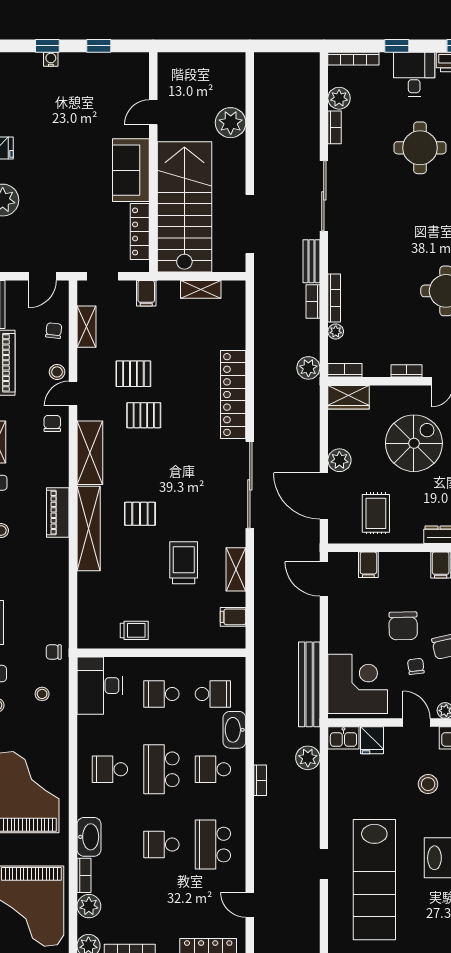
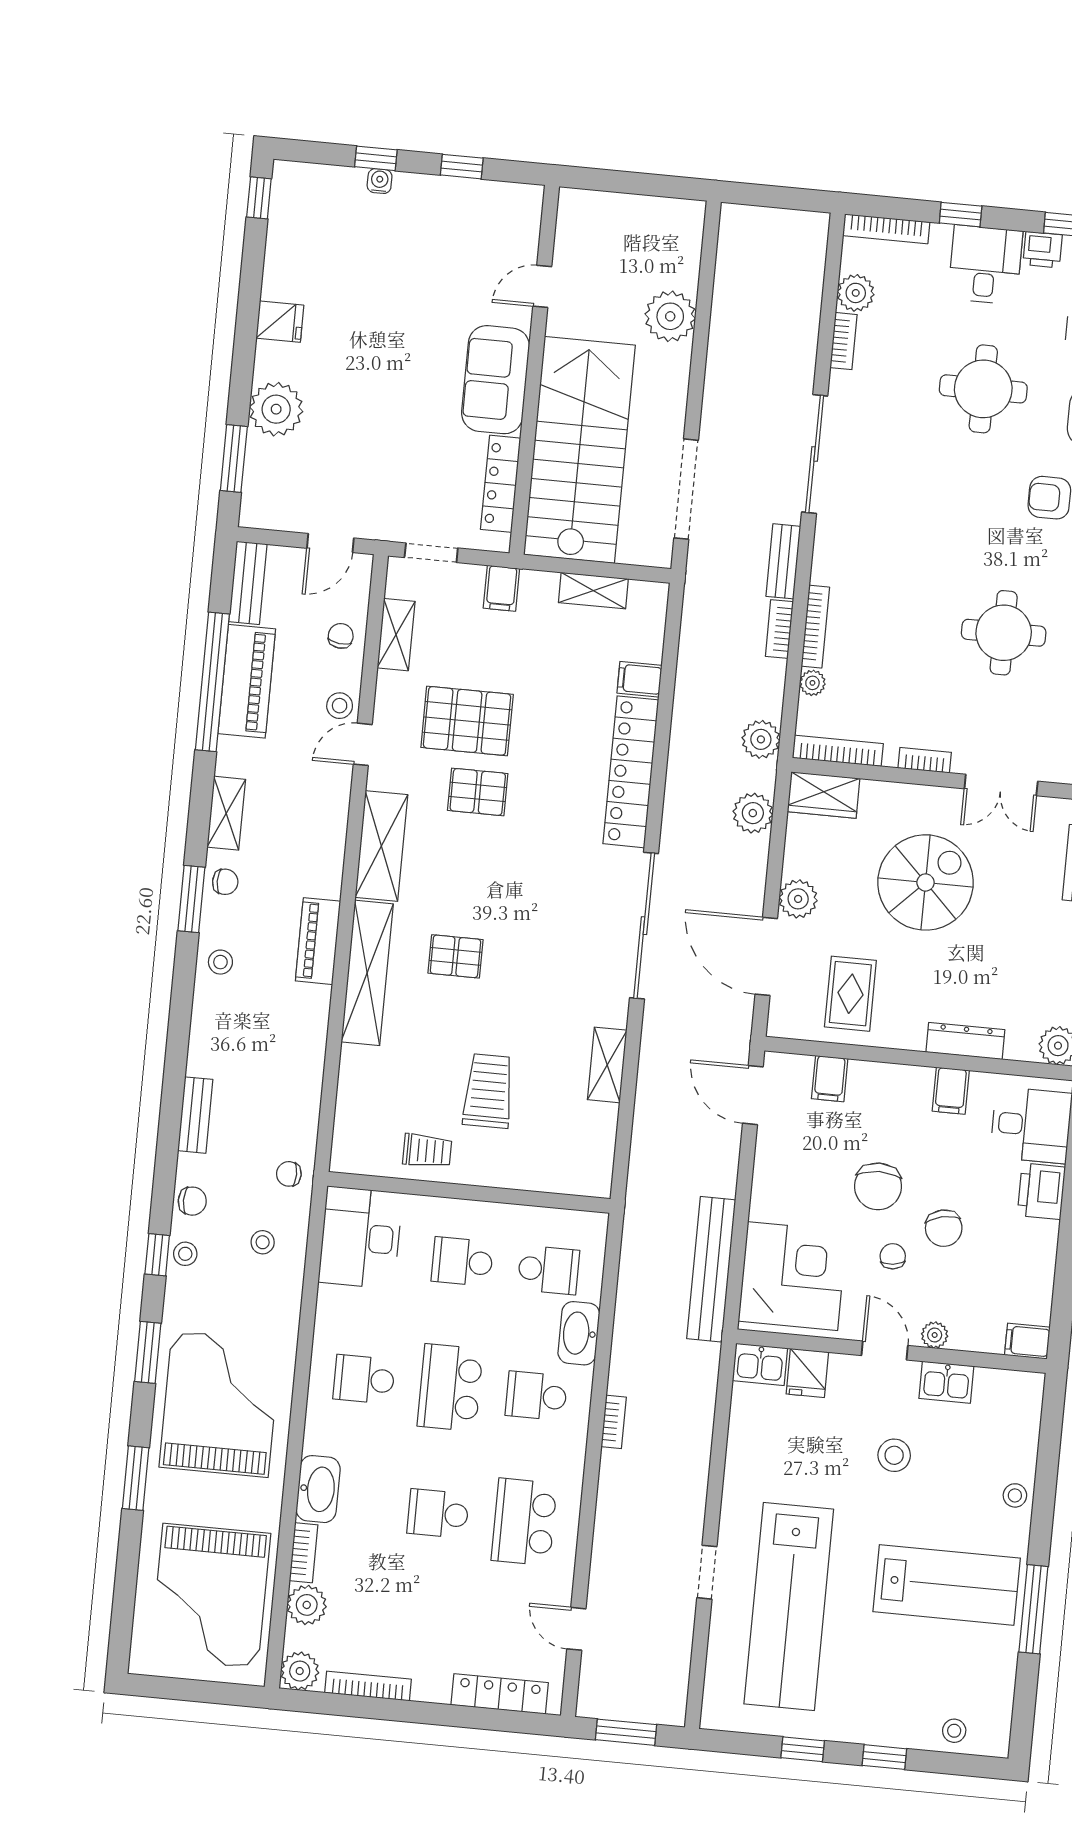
bookcase: (345, 370) -> (838, 751), width x1.56
pallet: (133, 374) -> (467, 721), width x1.50, depth x1.42
chair: (52, 423) -> (323, 791), removed
trolley: (184, 563) -> (488, 1091), moved
filing cabinet: (233, 617) -> (640, 679), moved
plant: (308, 758) -> (753, 813), moved

